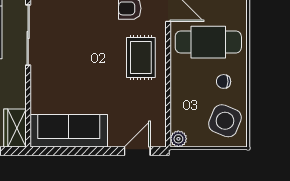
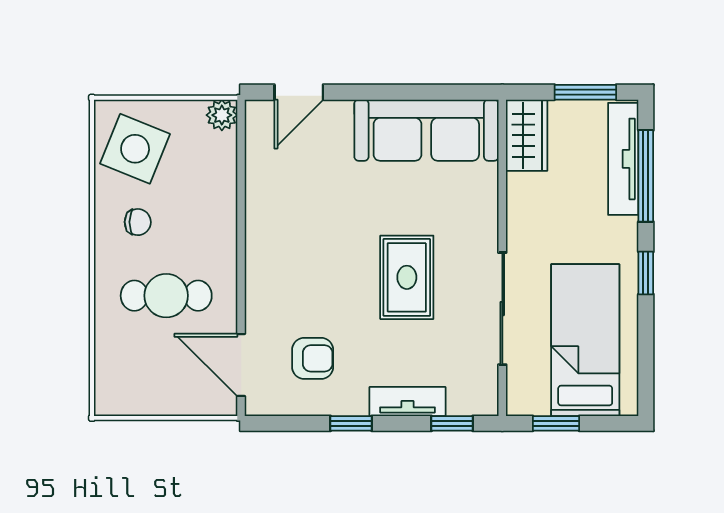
cafe table: (208, 42) -> (166, 296), width x0.73, depth x0.74
rug: (141, 57) -> (407, 277), moved

